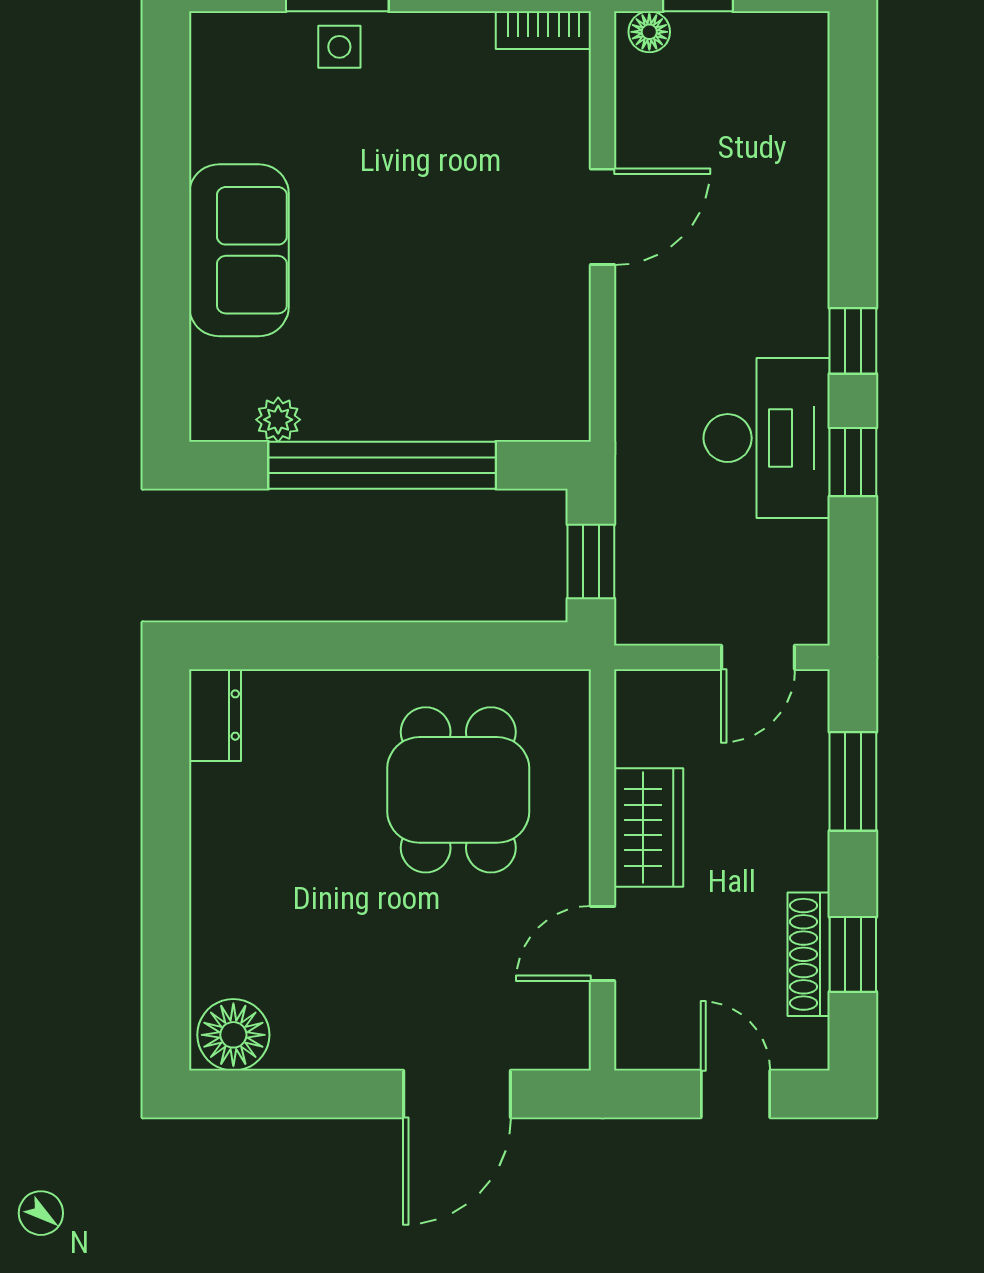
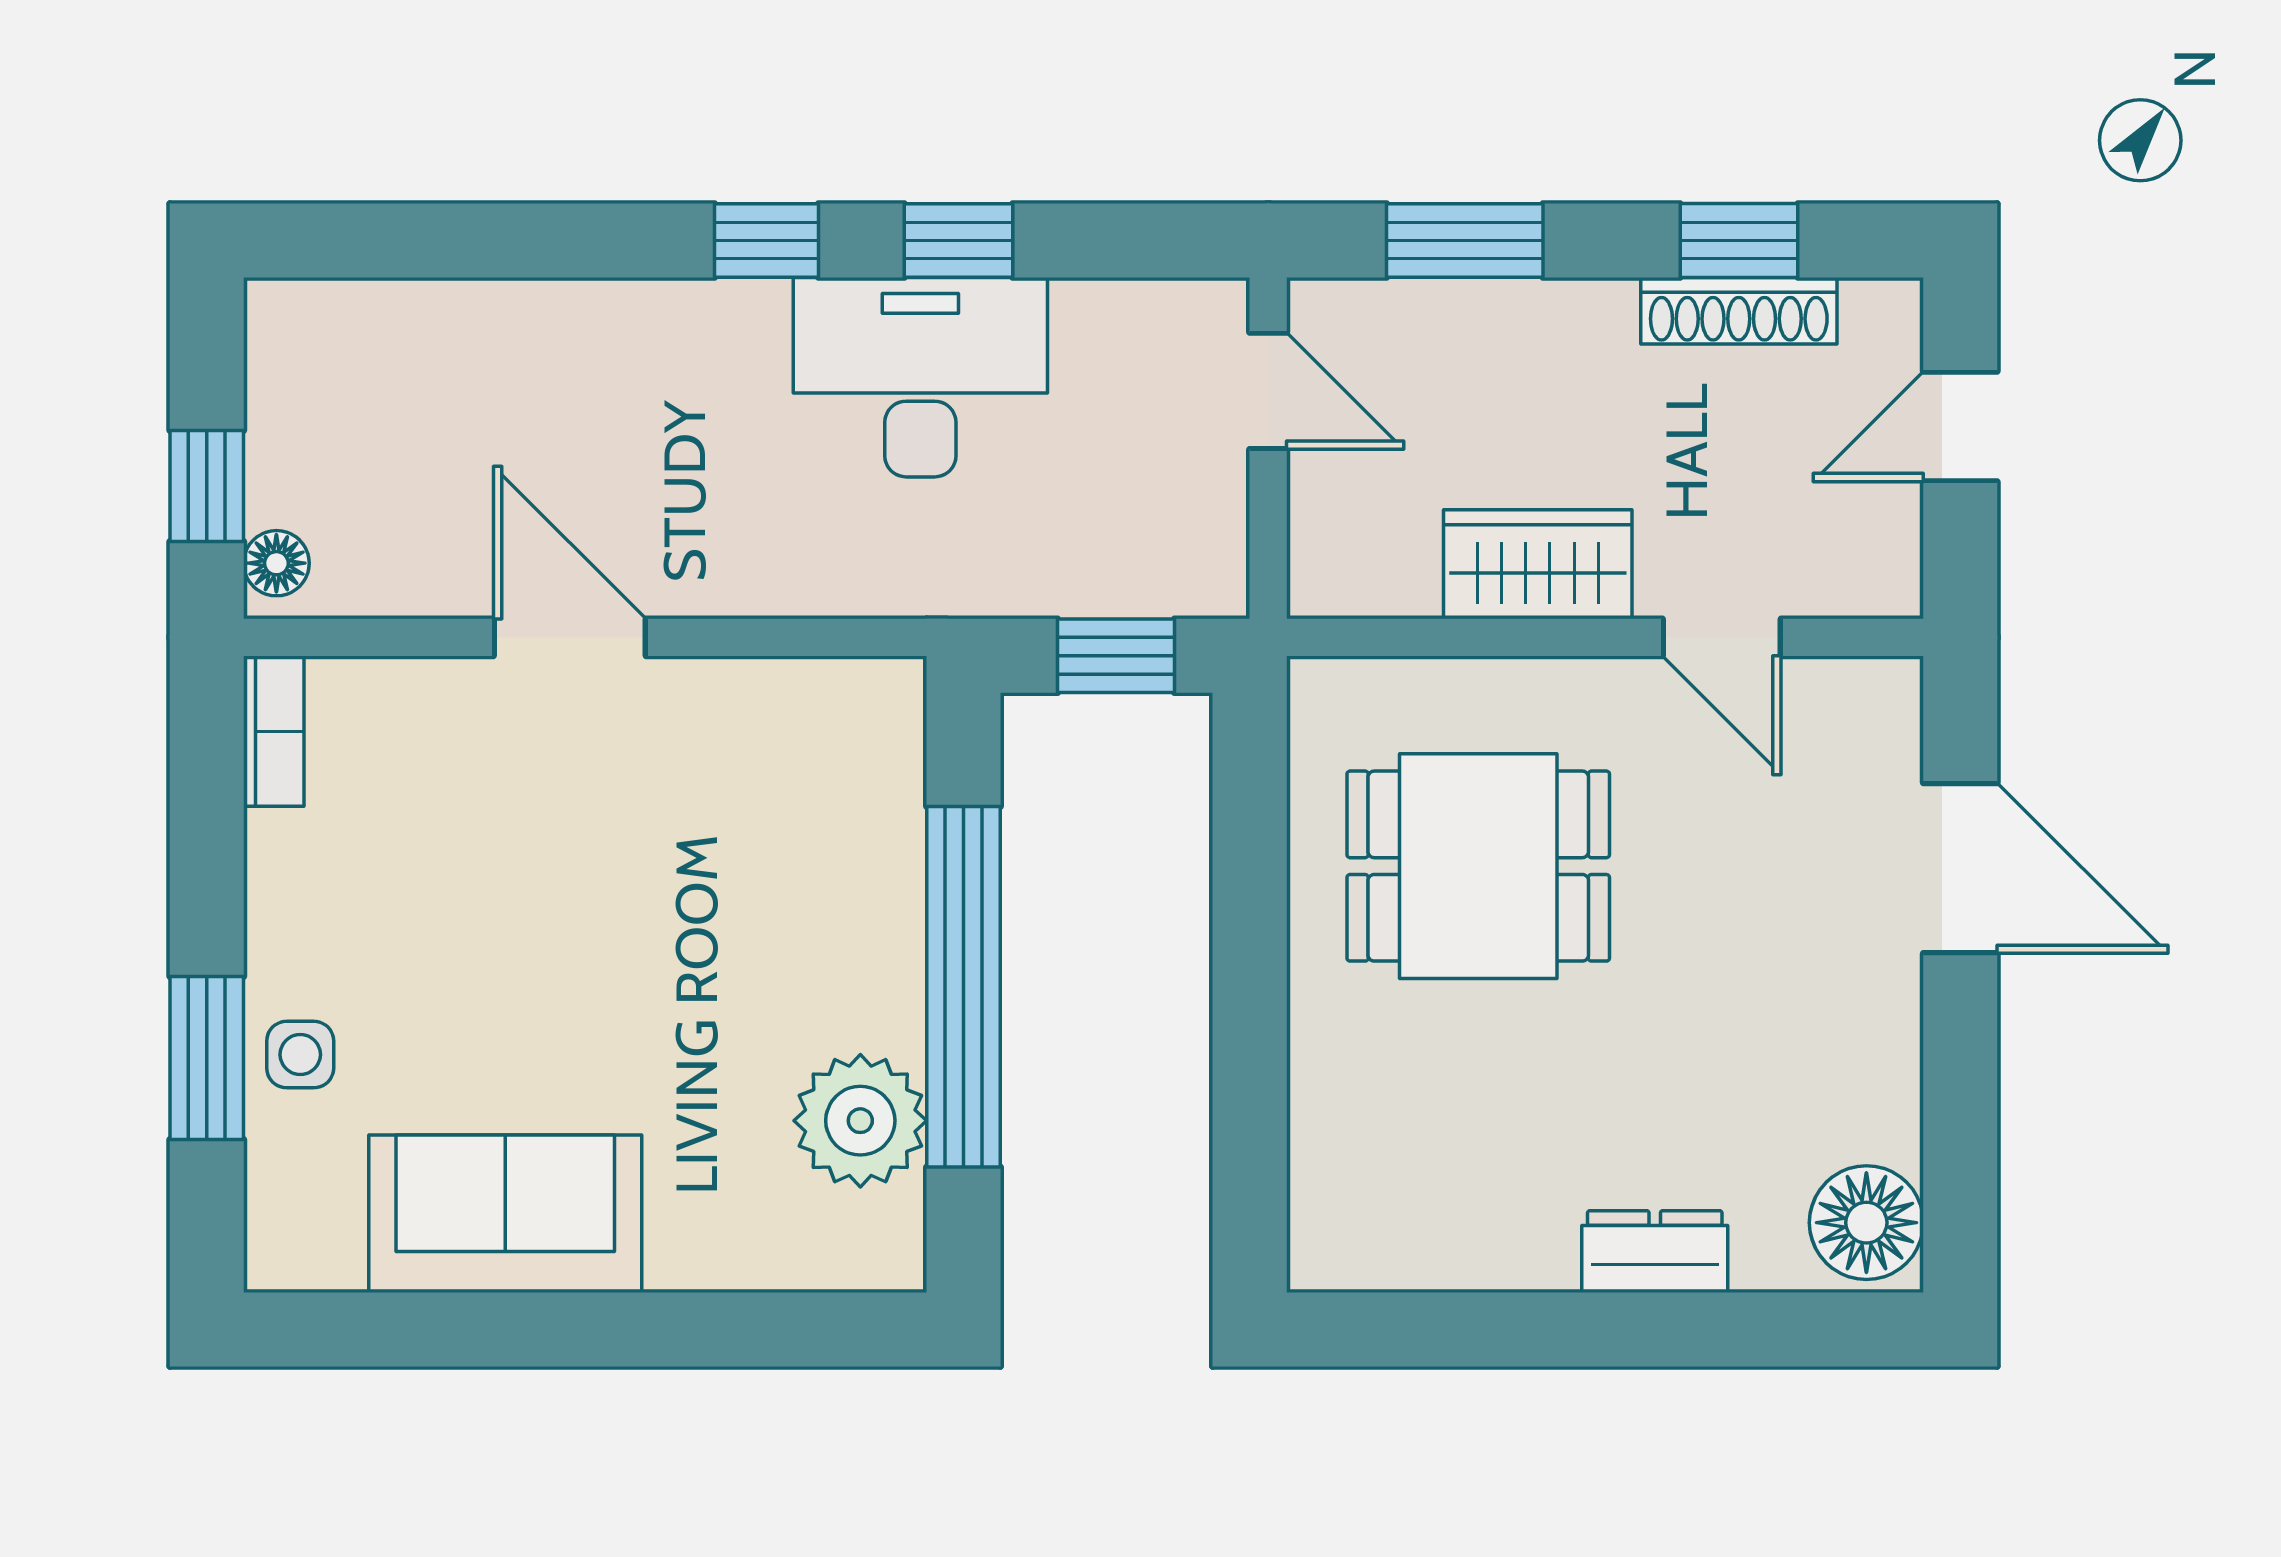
sofa: (239, 250) -> (505, 1214), moved
plant: (278, 420) -> (860, 1121), width x1.88, depth x1.88
dresser: (215, 715) -> (1655, 1252), moved

